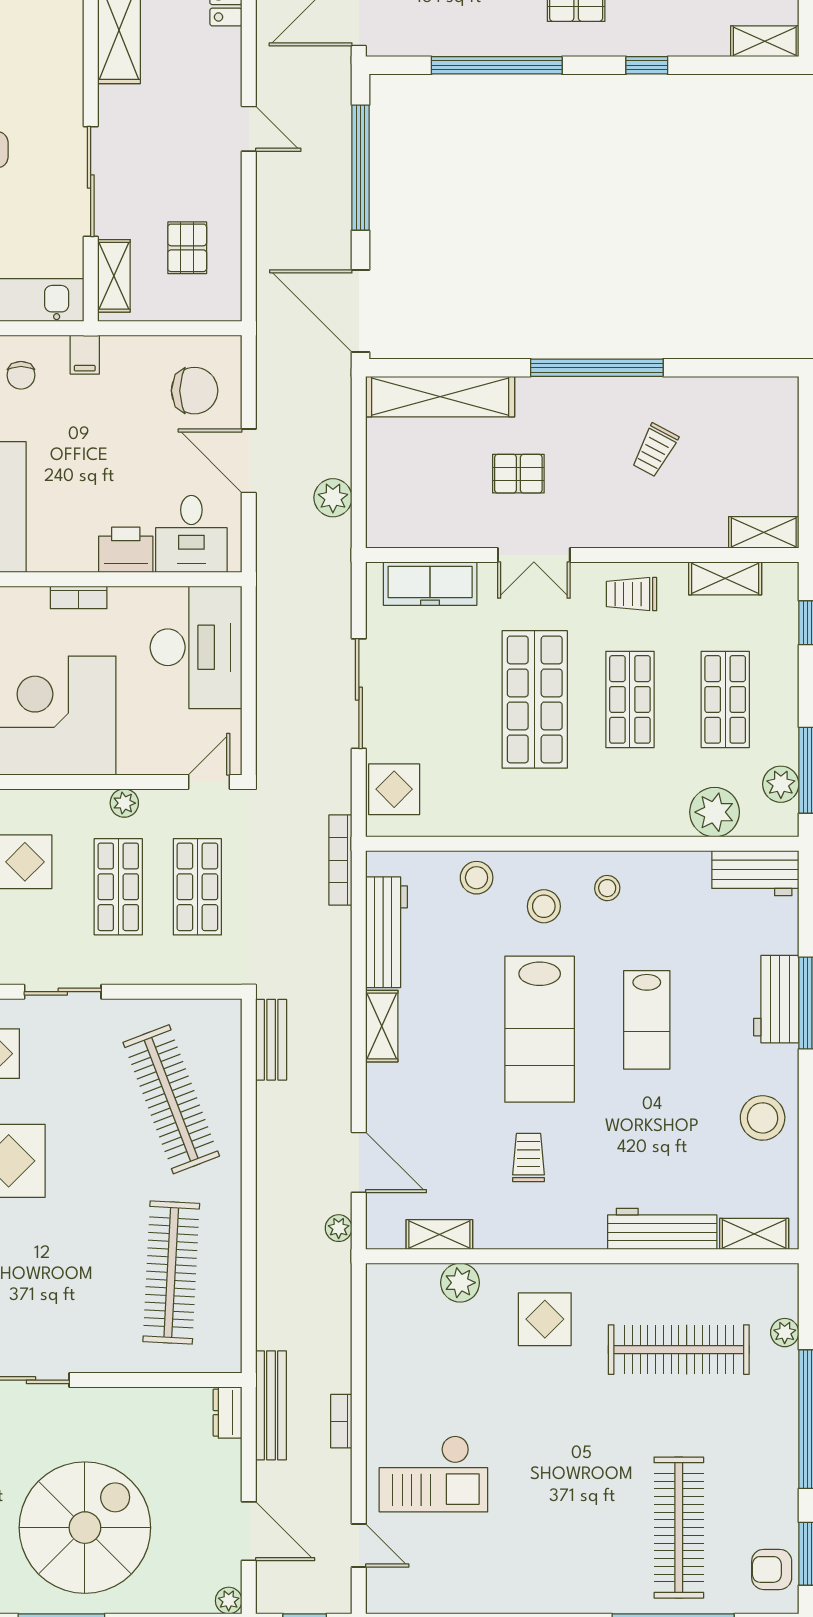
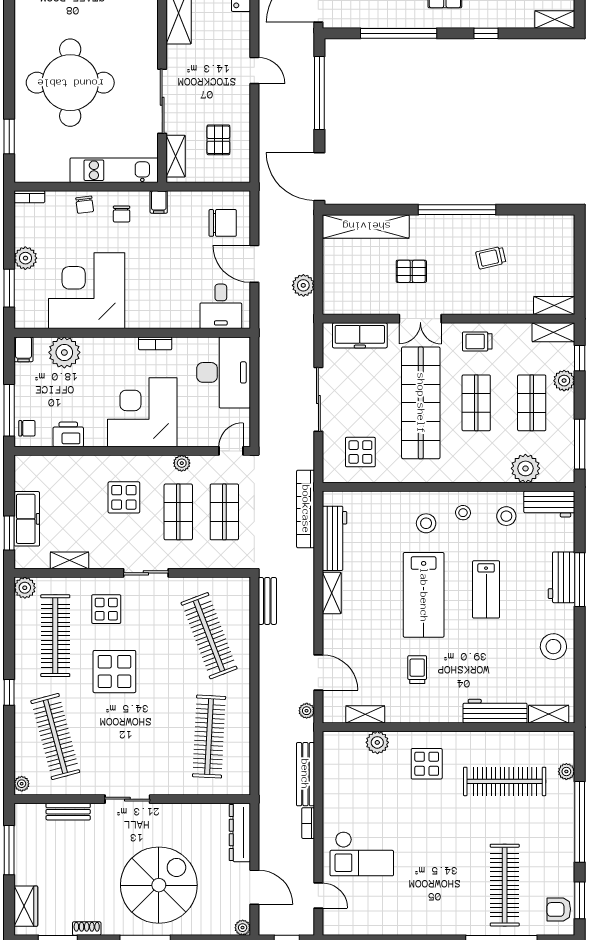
trolley: (655, 450) -> (491, 258), turned 49
printer: (126, 550) -> (183, 316), removed
shelving: (725, 578) -> (553, 332), moved
shop shelf: (535, 699) -> (421, 403), width x1.40
plant: (781, 784) -> (564, 381), moved
display table: (394, 789) -> (360, 452), moved
bookcase: (340, 860) -> (306, 509), width x1.48, depth x1.31
stool: (477, 878) -> (506, 516), moved
bench: (271, 1405) -> (305, 774), moved
dresser: (228, 1413) -> (240, 833), width x1.96, depth x1.24

